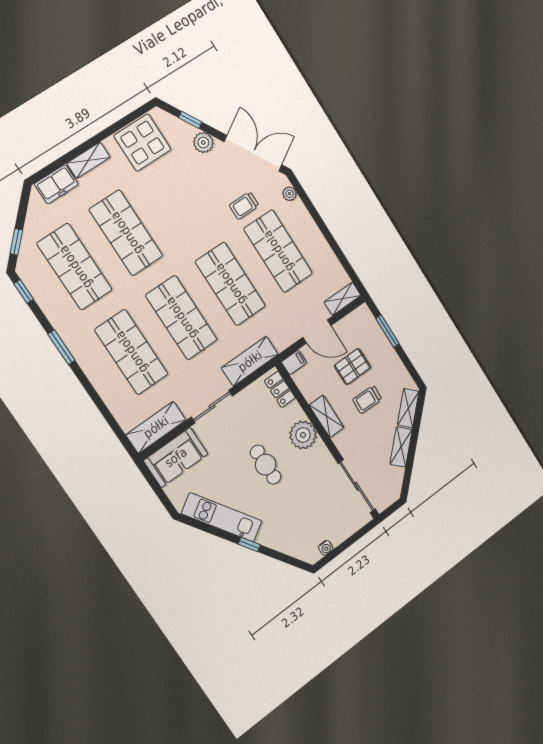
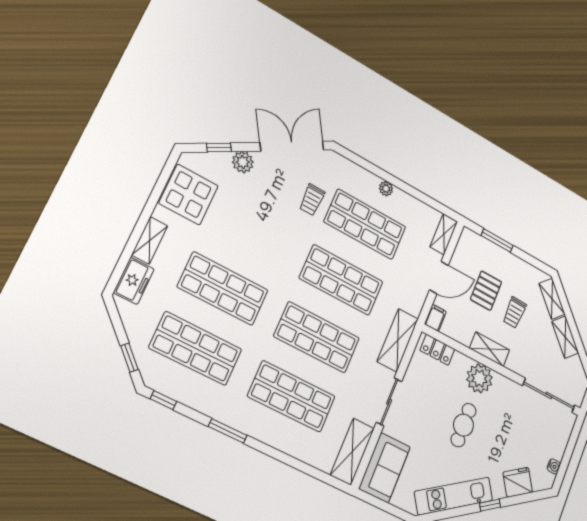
plant: (290, 194) -> (386, 189), moved
cafe table: (266, 465) -> (463, 425), turned 90
fridge: (285, 541) -> (518, 482), added

